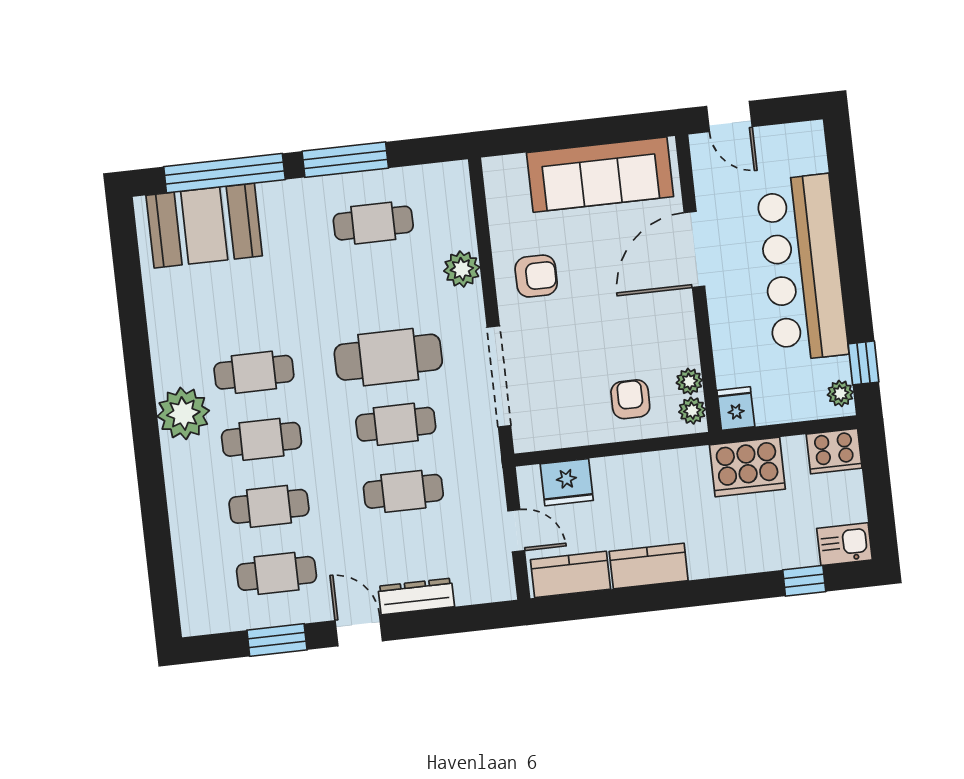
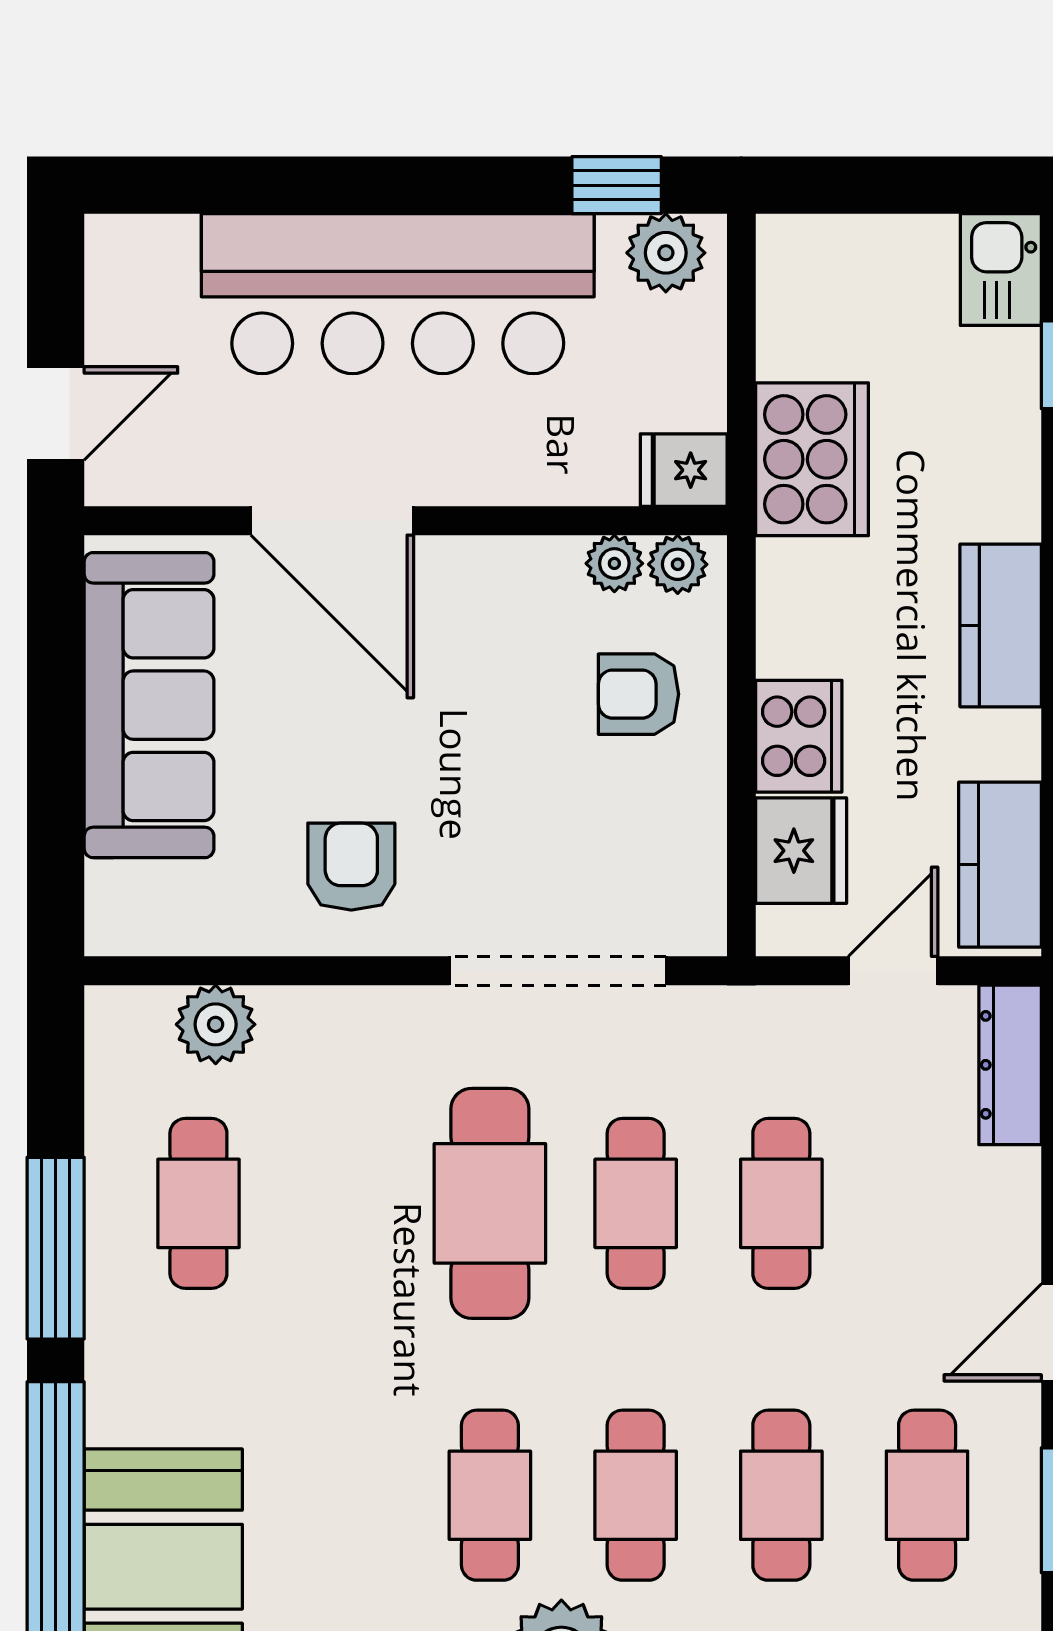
plant: (462, 269) -> (216, 1024), moved
plant: (840, 393) -> (666, 253), width x1.38, depth x1.38
cooker: (834, 451) -> (799, 736), moved
kitchen counter: (649, 566) -> (1001, 625), moved
dresser: (416, 596) -> (1010, 1065), moved

